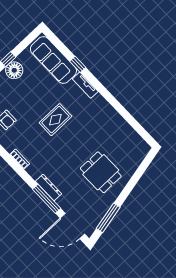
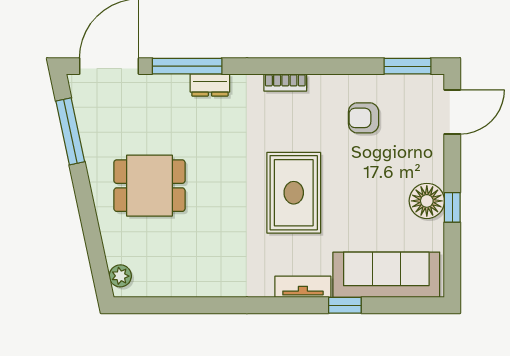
rug: (55, 120) -> (294, 193), width x1.36, depth x1.43
plant: (142, 153) -> (120, 276), added
dresser: (48, 188) -> (210, 85), width x0.70

